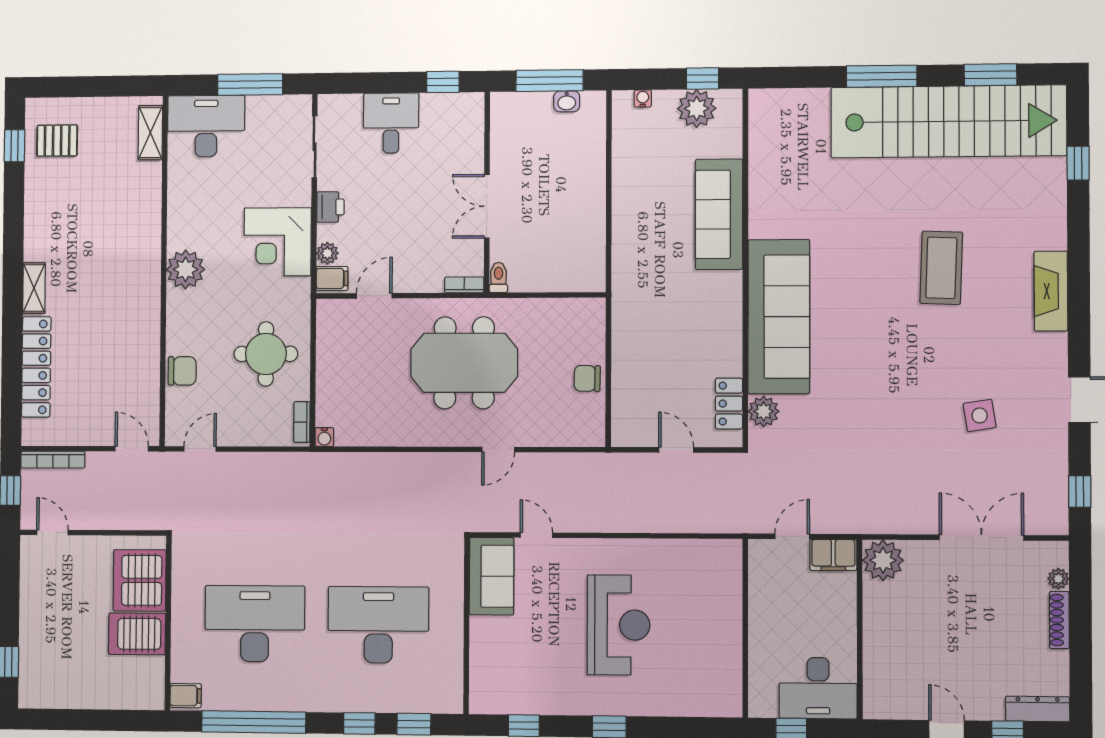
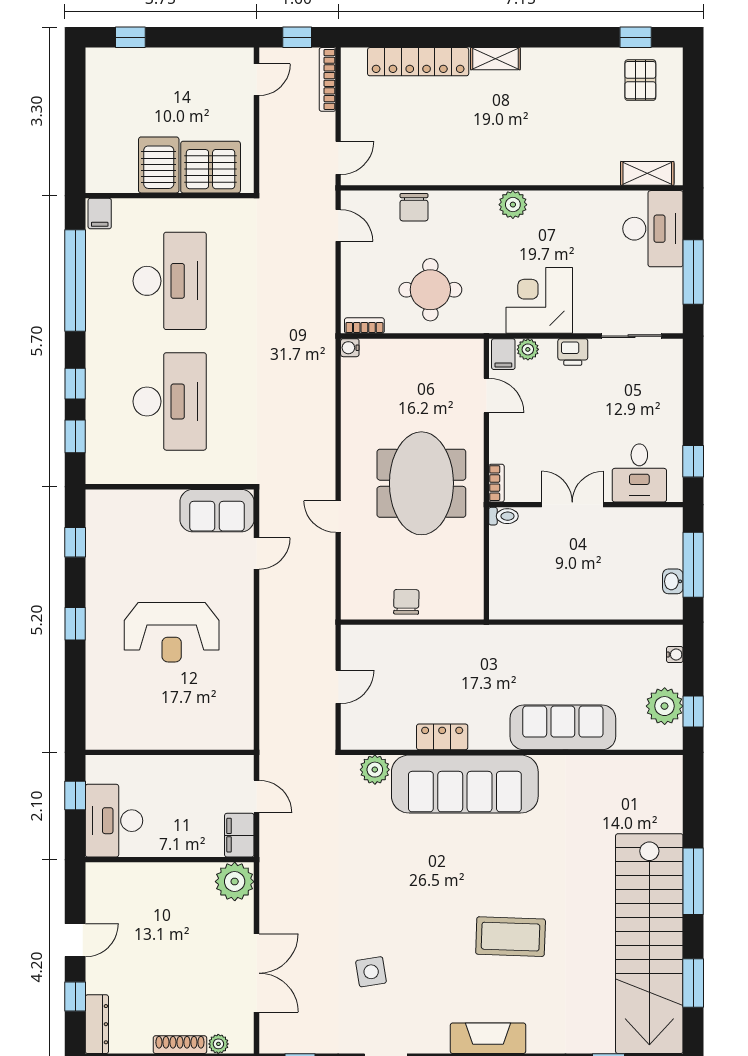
desk: (391, 123) -> (639, 473), moved, turned 90
plant: (186, 269) -> (513, 205), width x0.73, depth x0.73
locker: (729, 404) -> (442, 737), moved

